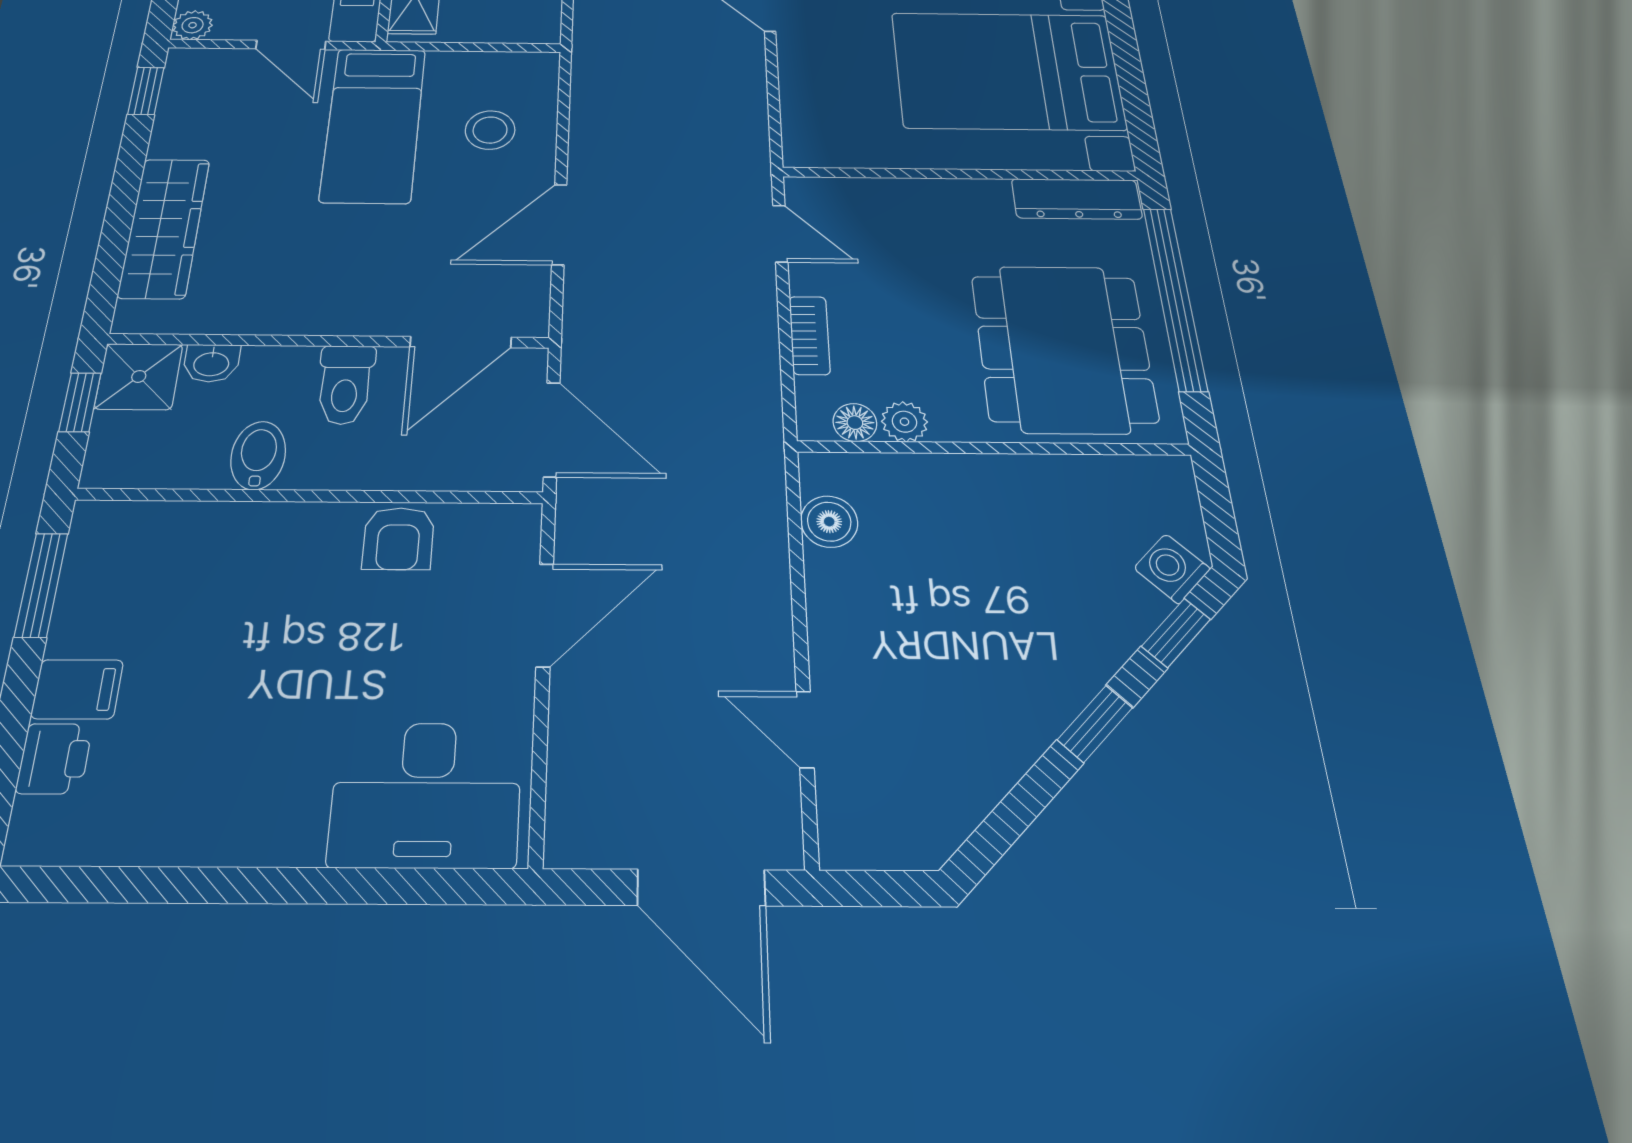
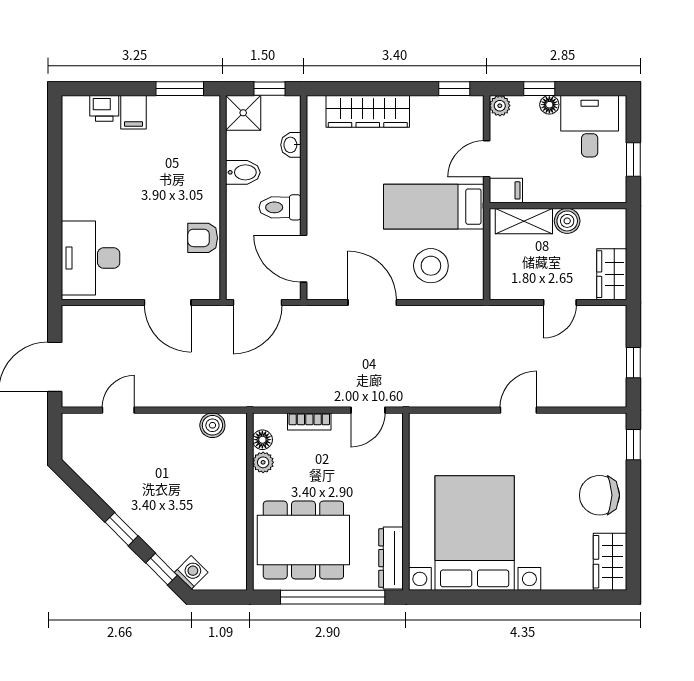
stool: (490, 130) -> (431, 266), width x1.38, depth x1.38
shower: (139, 376) -> (243, 113), moved

